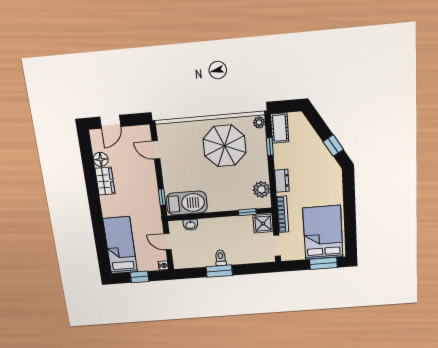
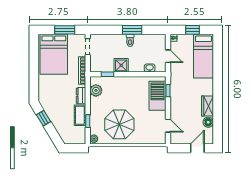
cot: (280, 128) -> (80, 115), moved
barbecue: (187, 203) -> (157, 96), moved, turned 90
shower: (263, 224) -> (121, 65), moved
window: (323, 263) -> (65, 30), moved

